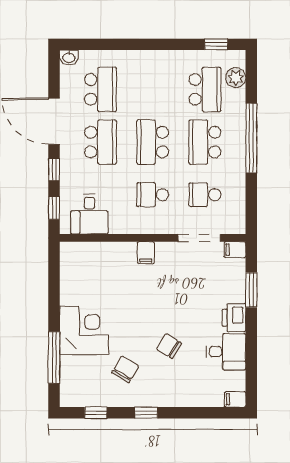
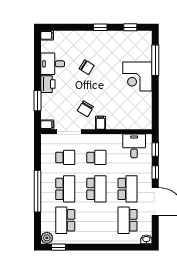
plant: (236, 78) -> (47, 238), moved
school desk: (100, 142) -> (128, 189), turned 180
chair: (125, 369) -> (85, 109), moved

